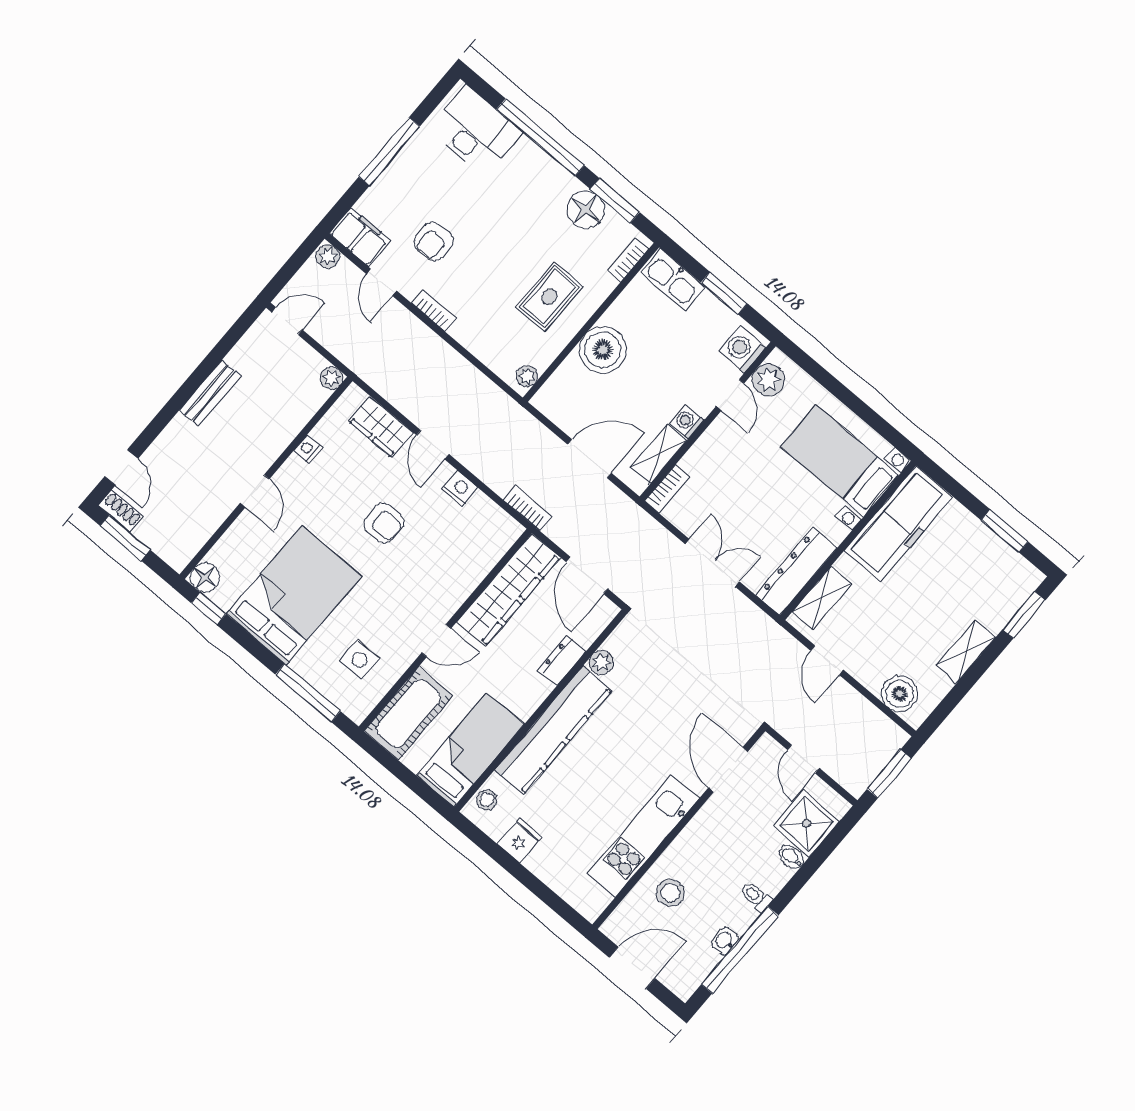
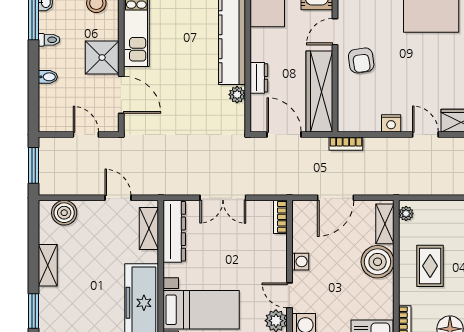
shelving: (659, 454) -> (385, 224), moved
armchair: (384, 523) -> (361, 60), moved, turned -98
shower: (807, 823) -> (102, 58), moved

